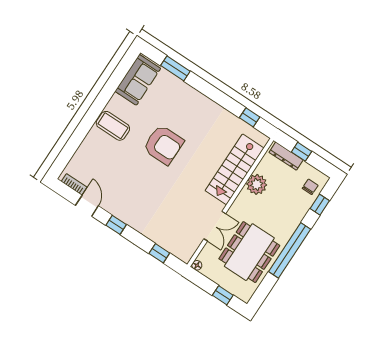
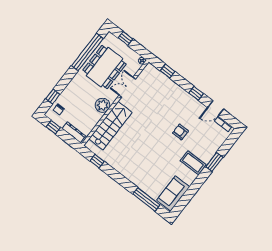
window: (175, 68) -> (146, 199), width x1.44
window: (83, 129) -> (214, 162), added
armchair: (163, 145) -> (180, 132), moved, width x0.53, depth x0.53
window: (302, 152) -> (53, 127), moved
plant: (257, 184) -> (103, 105), moved
door: (87, 206) -> (215, 108), hinge flipped
window: (290, 250) -> (87, 52), moved

